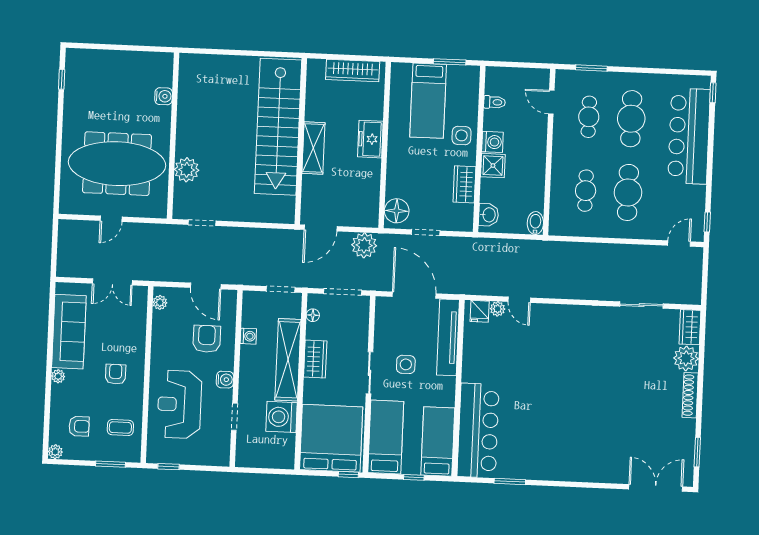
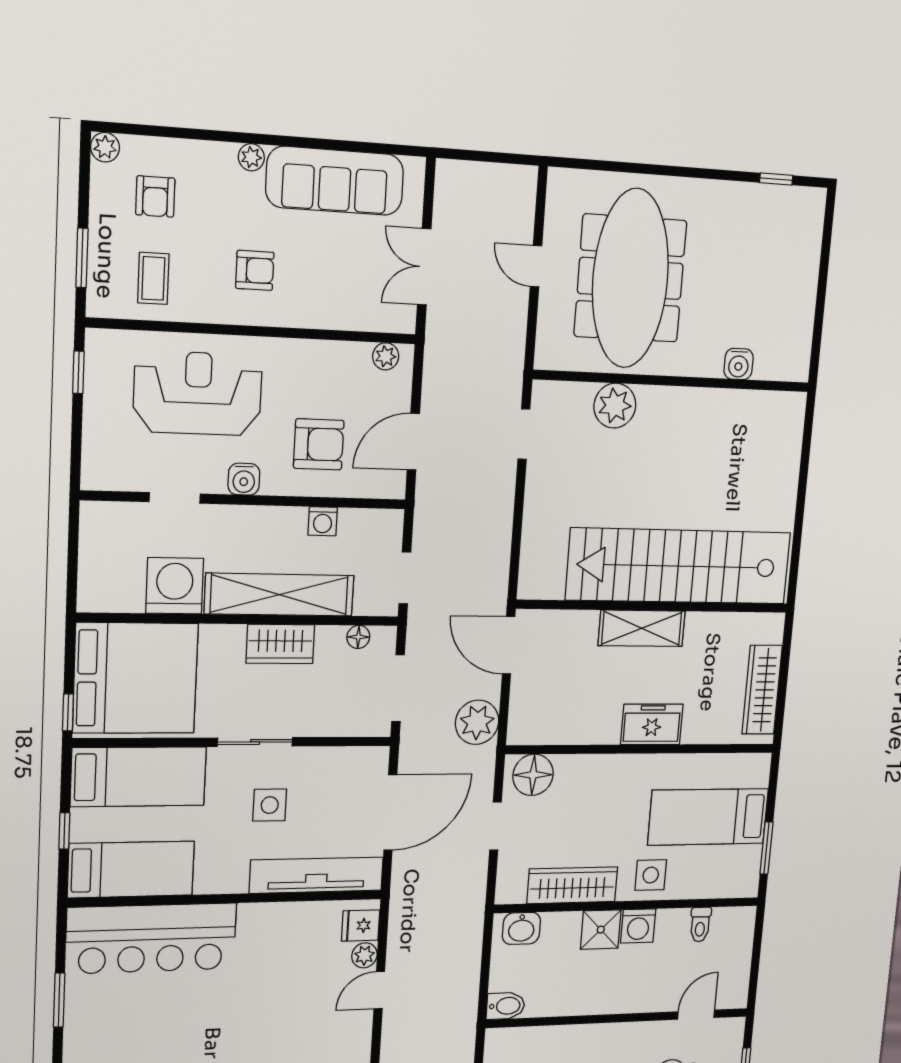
wardrobe: (464, 184) -> (572, 885), width x1.50

